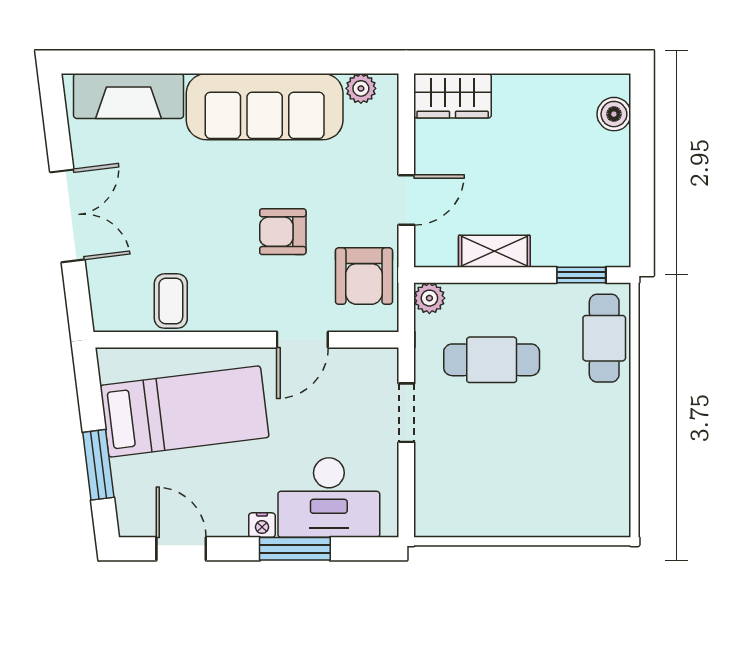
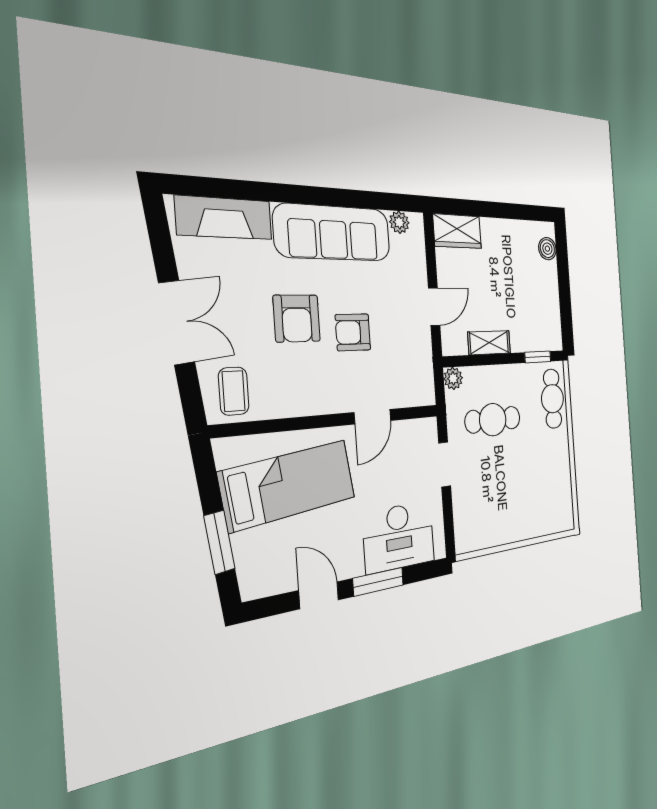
armchair: (364, 276) -> (297, 318), moved
coffee table: (171, 301) -> (234, 391), moved
nightstand: (262, 525) -> (354, 568), removed
door: (181, 549) -> (319, 595), moved

